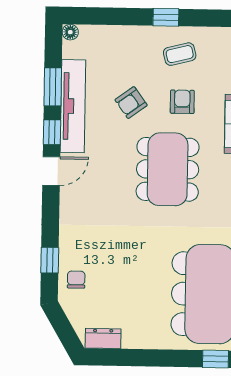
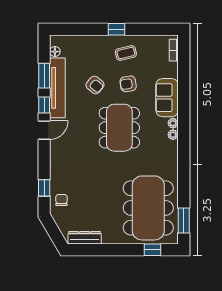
floor lamp: (70, 32) -> (55, 52), moved
armchair: (182, 102) -> (128, 84), turned -99
armchair: (131, 103) -> (95, 85), turned -105
dresser: (103, 338) -> (85, 238), width x1.44

